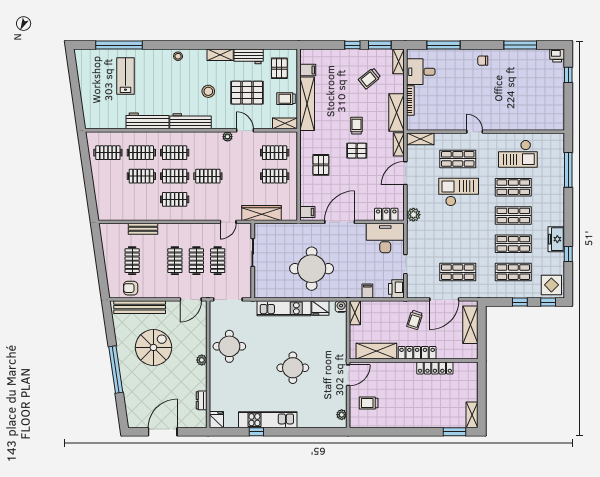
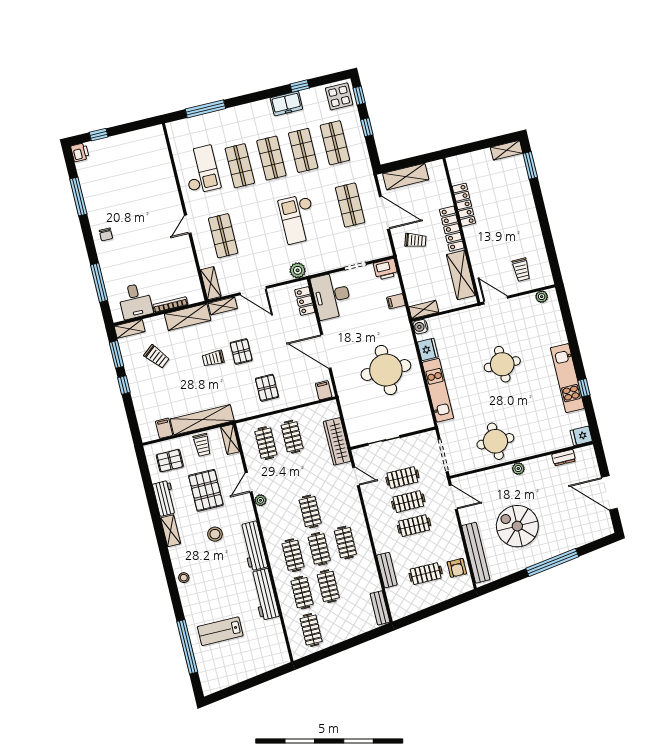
pallet: (321, 165) -> (267, 388), turned 90
checkout: (459, 192) -> (298, 219), moved
bench: (113, 215) -> (380, 608), added

